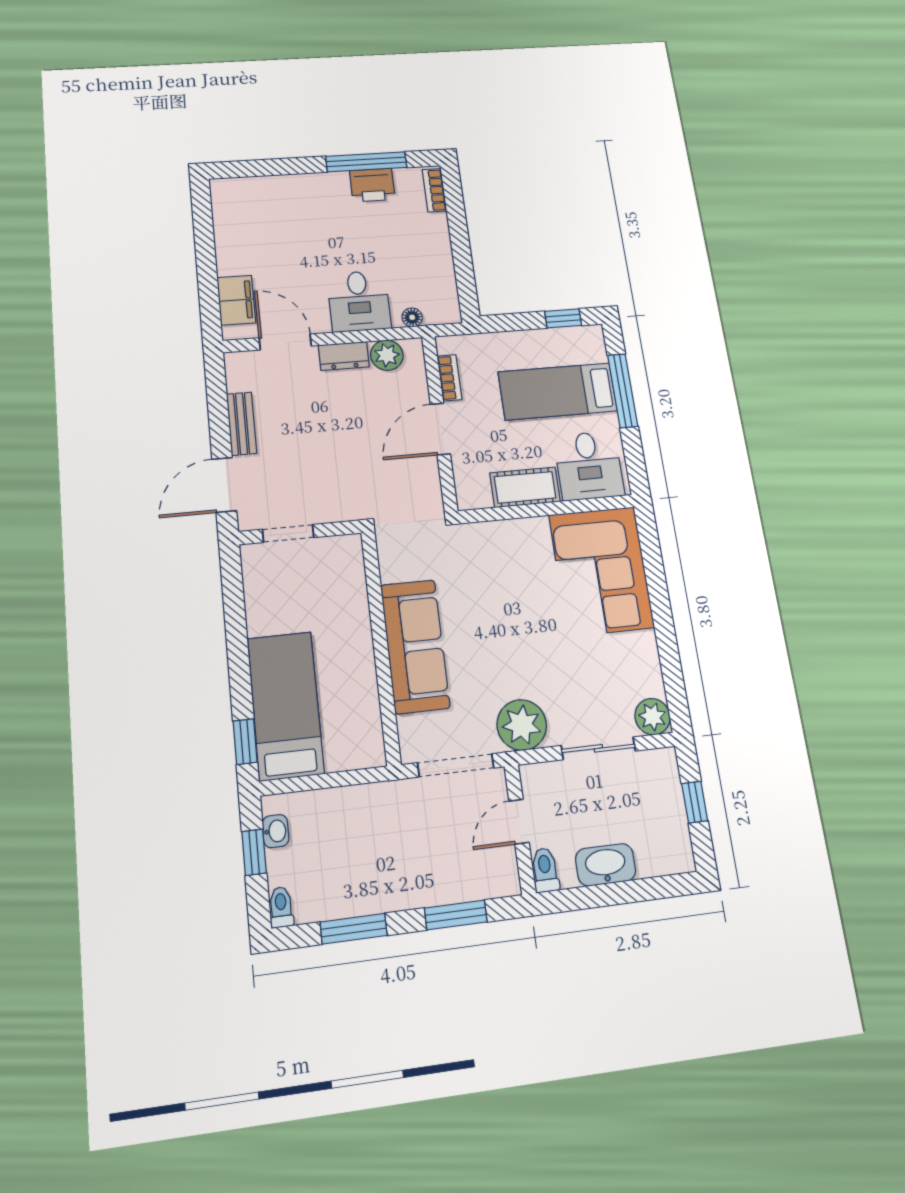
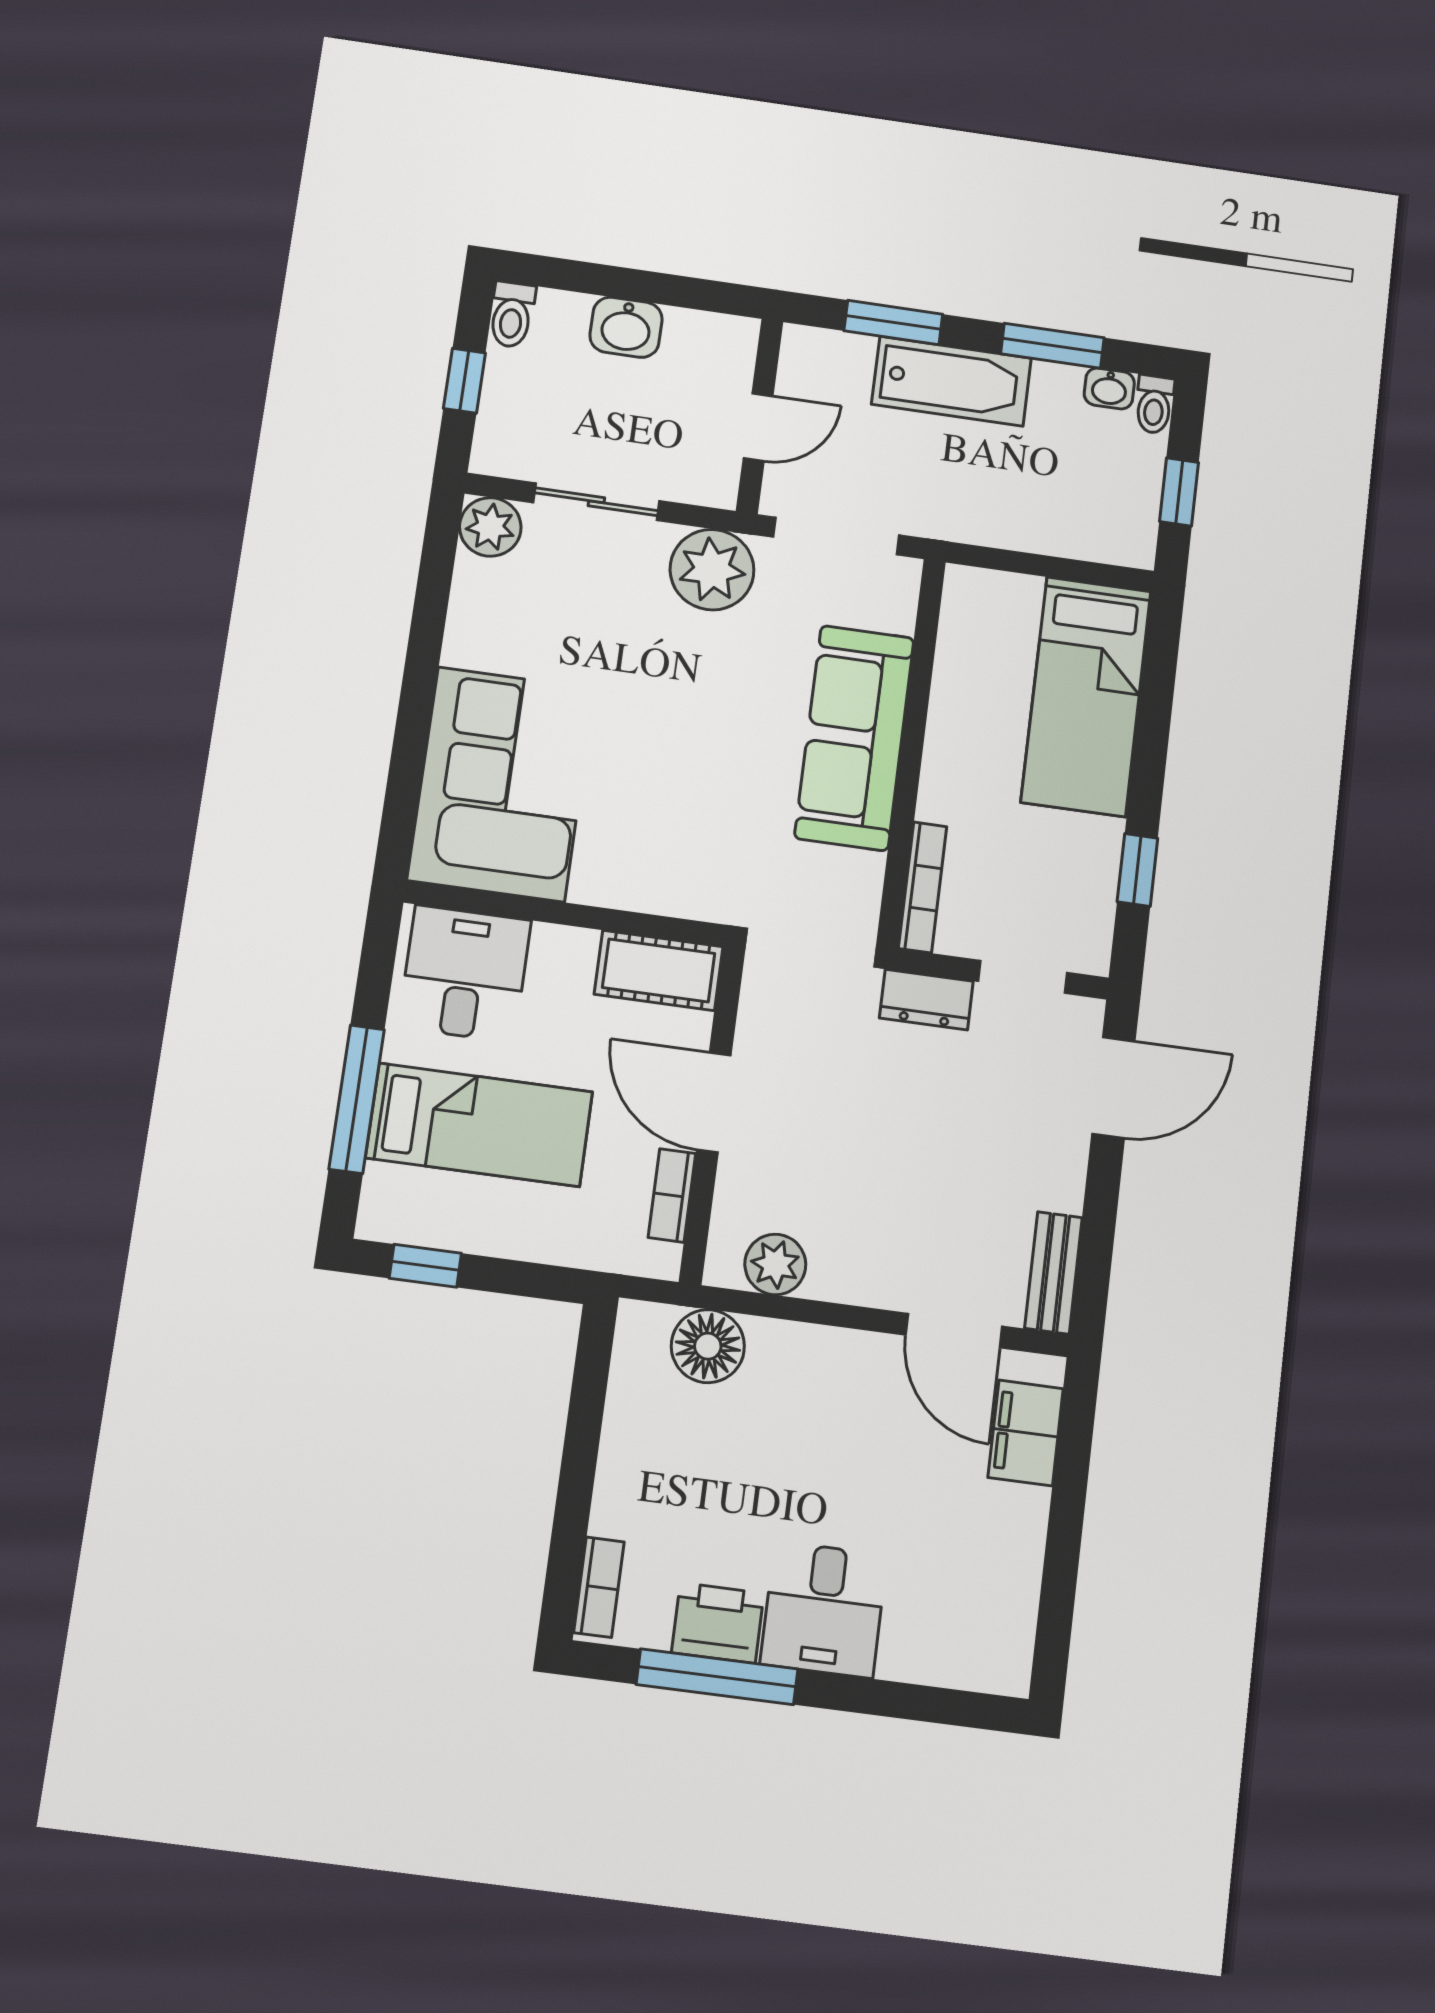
desk: (359, 301) -> (824, 1609), moved, turned 180
floor lamp: (412, 317) -> (708, 1346), width x1.89, depth x1.89
dresser: (344, 356) -> (926, 1000), moved, turned 180
bench: (242, 424) -> (1054, 1273), moved
door: (440, 429) -> (714, 1102), swing flipped
cot: (525, 487) -> (659, 971), moved
bookcase: (356, 570) -> (923, 887), added
window: (245, 742) -> (1137, 870), moved
washbasin: (276, 831) -> (1109, 388), moved, turned -90
washbasin: (606, 865) -> (626, 327), width x0.72
toilet: (545, 870) -> (512, 315), moved
bathtub: (411, 886) -> (951, 381), added

